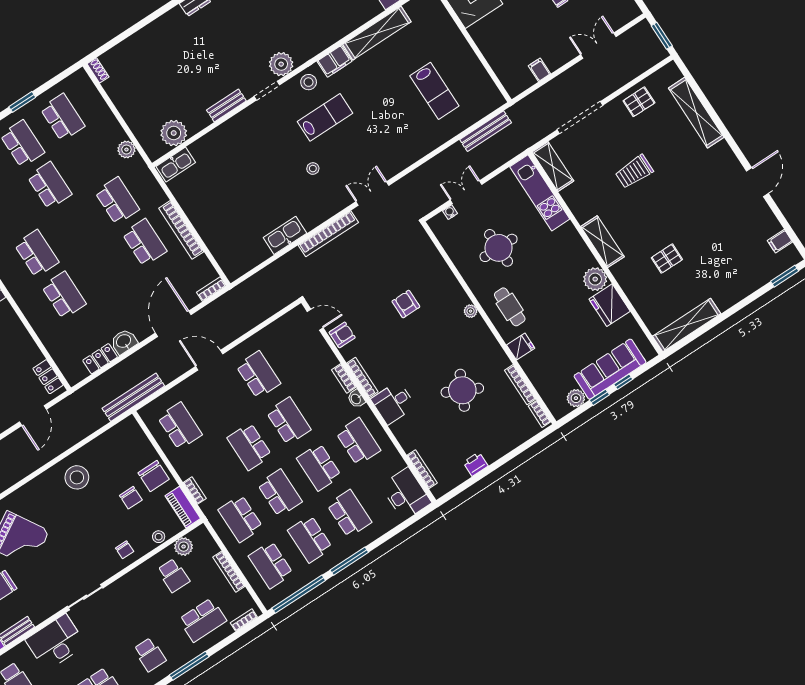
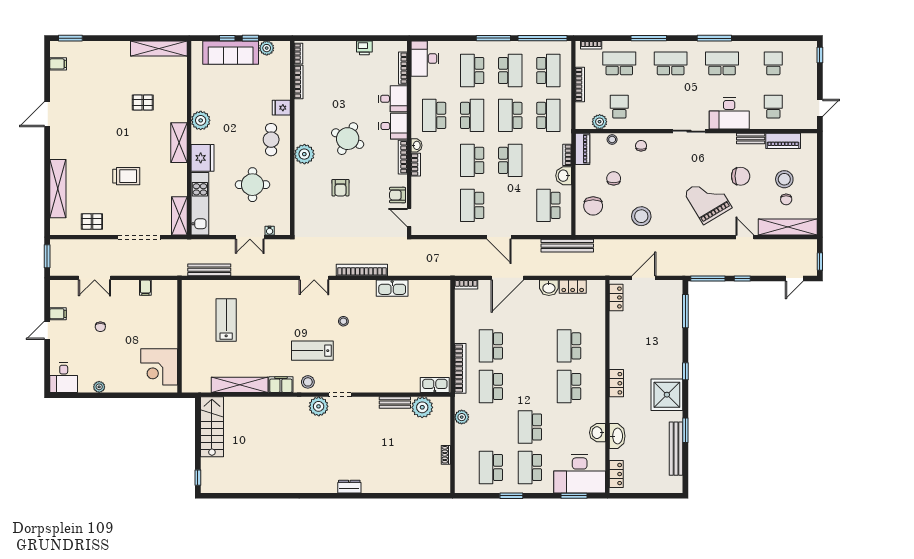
shoe rack: (98, 70) -> (446, 455), moved
bench: (226, 105) -> (395, 403), moved
bookcase: (181, 230) -> (460, 368), moved
fridge: (610, 305) -> (202, 158), moved
plant: (471, 311) -> (304, 154), width x1.88, depth x1.88
round table: (462, 390) -> (348, 139), moved
desk: (412, 431) -> (393, 99), added
washbasin: (184, 467) -> (564, 176), added
chair: (154, 476) -> (593, 206), moved, turned 180
school desk: (150, 655) -> (671, 63), width x1.85

